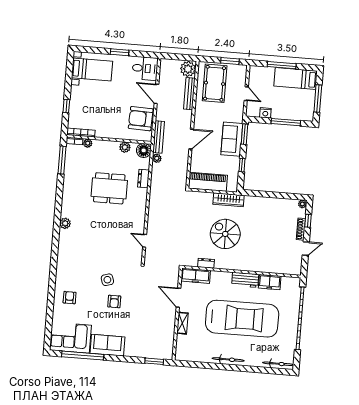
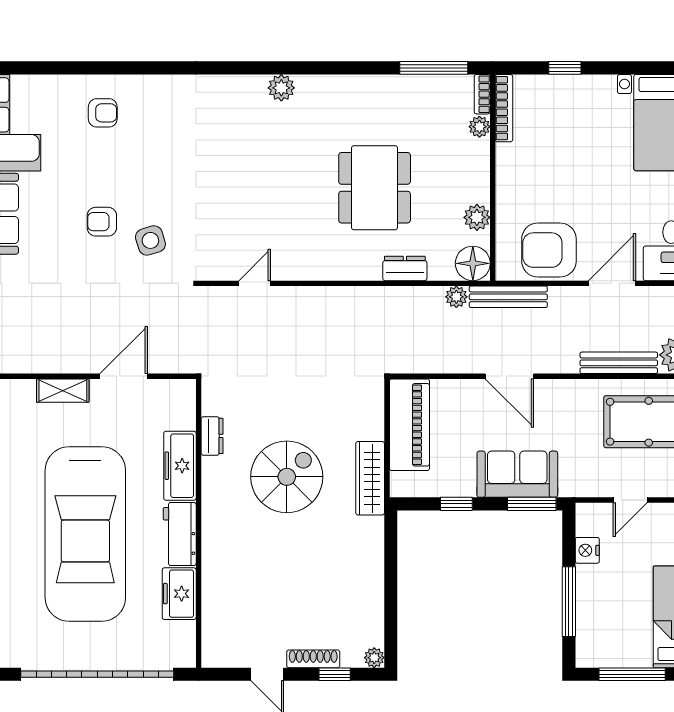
armchair: (141, 119) -> (549, 250), turned -92
freezer: (196, 276) -> (180, 466), moved
side table: (107, 280) -> (150, 240), moved

